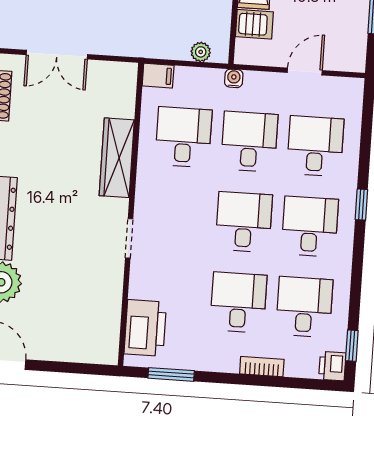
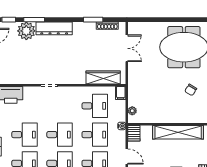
server rack: (254, 24) -> (134, 133), moved
double door: (57, 55) -> (127, 48), swing flipped
wardrobe: (117, 158) -> (103, 77), moved

